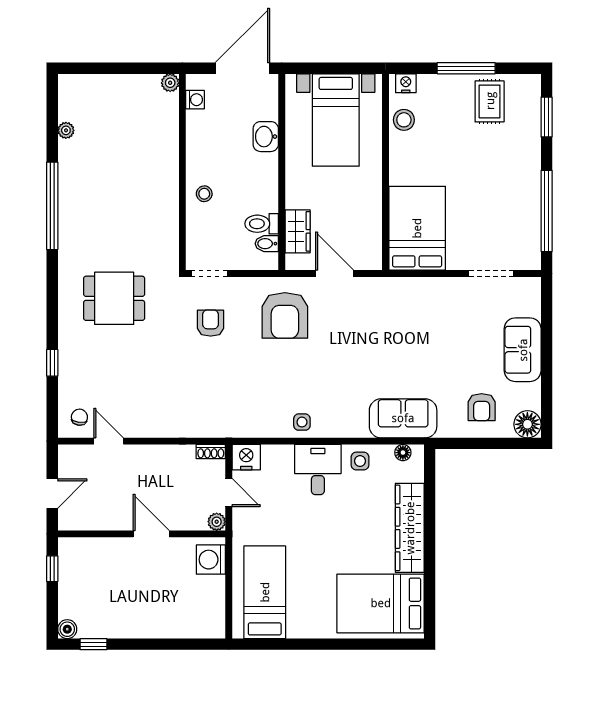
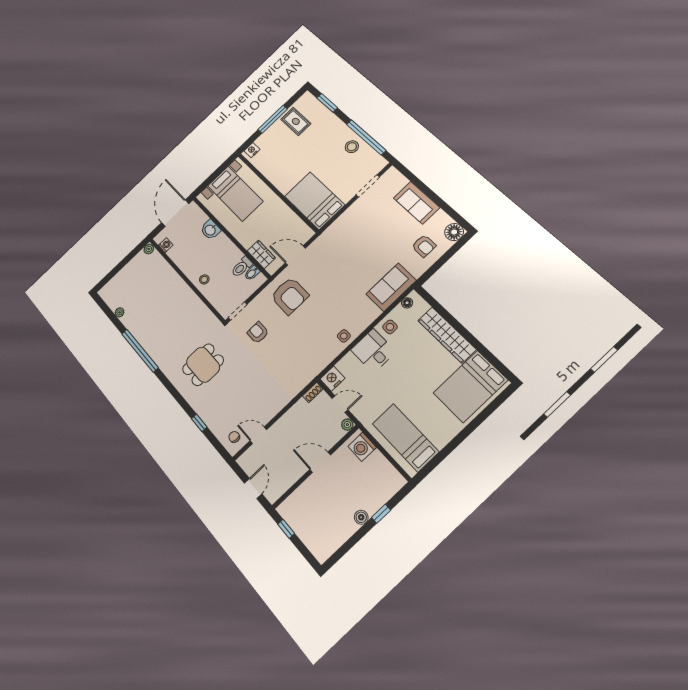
stool: (404, 120) -> (352, 147), moved
boiler: (67, 629) -> (361, 517), moved
window: (94, 644) -> (381, 514), moved

